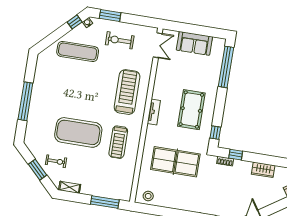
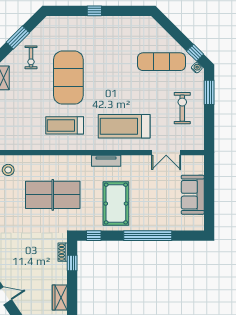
double door: (158, 45) -> (166, 153), moved
exercise mat: (78, 51) -> (162, 62), turned 90
window: (226, 67) -> (148, 236), moved
treadmill: (127, 92) -> (124, 126), turned 180
window: (25, 101) -> (94, 11), width x0.32
pool table: (191, 110) -> (116, 204), turned 90
table tennis table: (175, 162) -> (53, 195), turned 90

